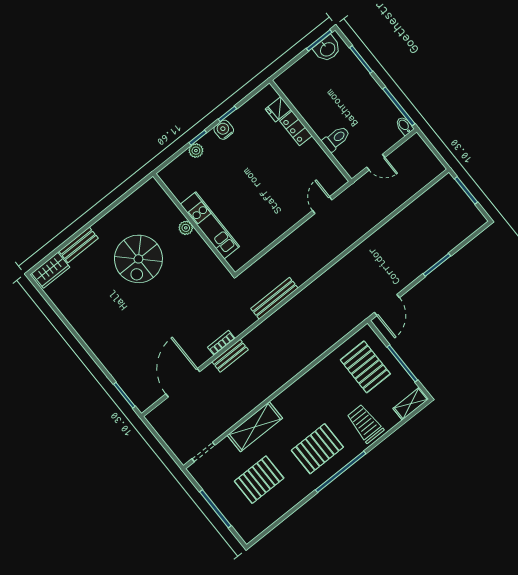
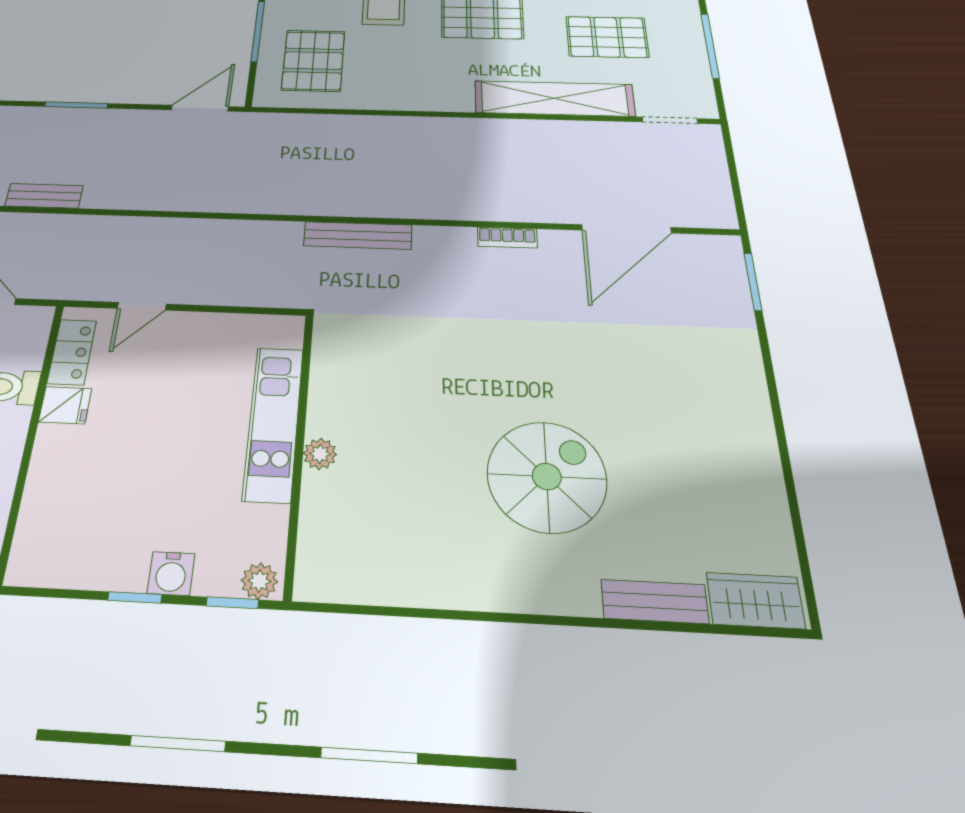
fridge: (278, 109) -> (65, 405), moved
locker: (296, 128) -> (72, 352), moved
wall: (194, 224) -> (299, 448), moved
kitchen unit: (210, 225) -> (273, 423), moved
plant: (186, 228) -> (320, 454), moved
bench: (230, 356) -> (44, 196), moved
shelving: (255, 427) -> (554, 98), width x1.47

